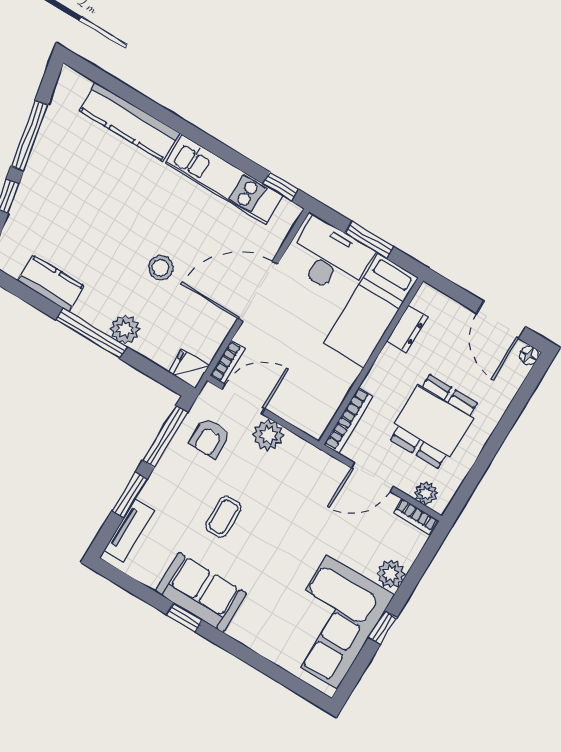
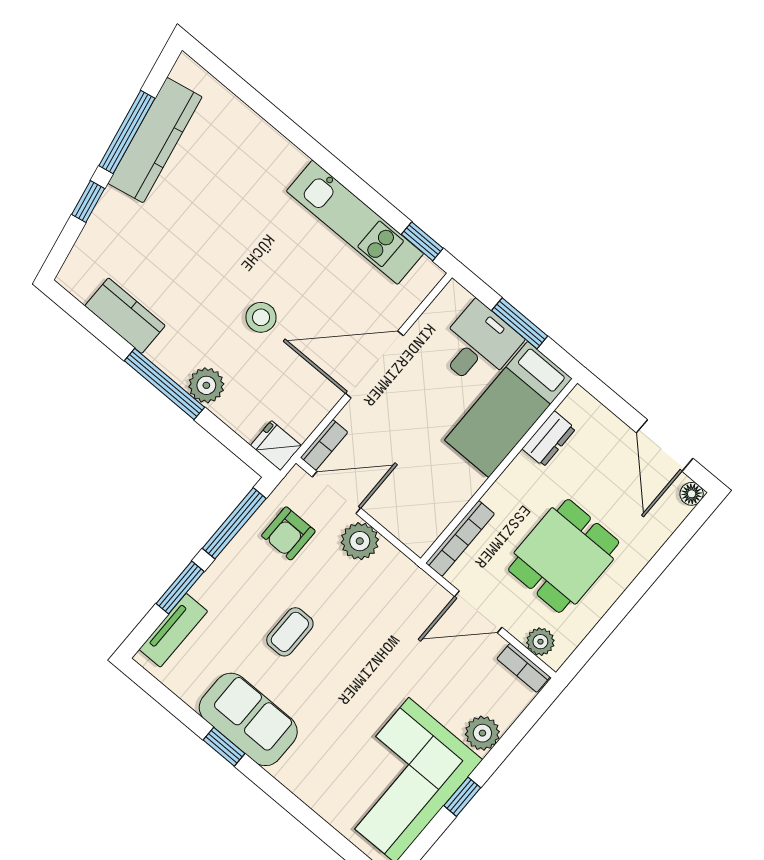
kitchen counter: (129, 122) -> (155, 140), moved, turned -101
desk: (330, 258) -> (478, 345), width x0.73

